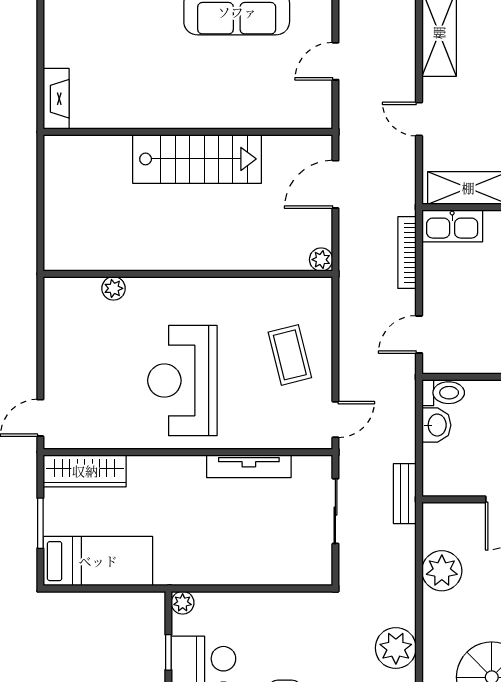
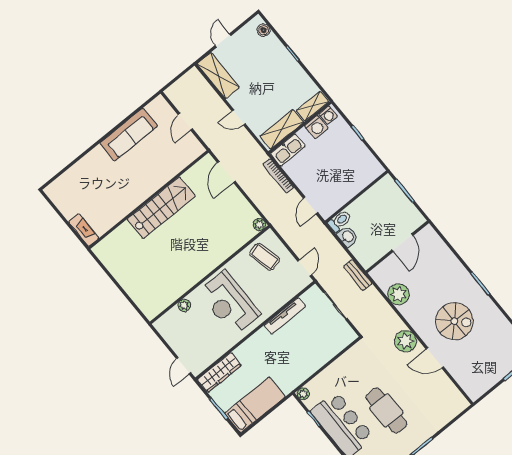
plant: (321, 260) -> (259, 224), moved
wall: (188, 274) -> (210, 275), moved
plant: (114, 288) -> (184, 305), moved

